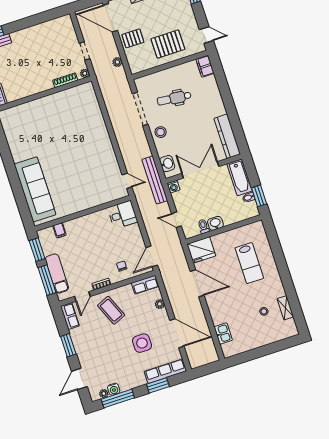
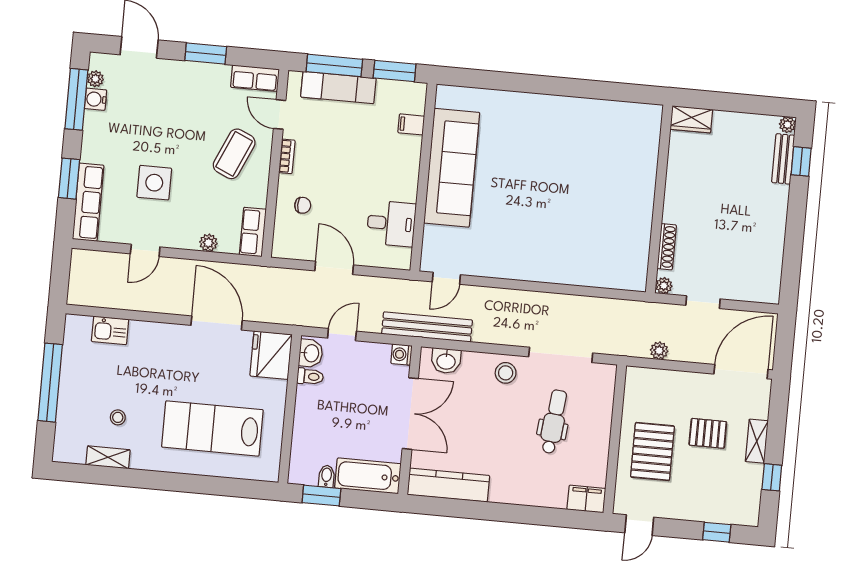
pallet: (133, 38) -> (708, 433), moved, turned 90
sofa: (35, 189) -> (452, 168), moved, turned -90
desk: (123, 215) -> (391, 223), moved, turned -90
washbasin: (215, 223) -> (311, 353), moved
door: (152, 256) -> (334, 268), moved
lab bench: (249, 263) -> (212, 428), width x1.36, depth x1.39
door: (197, 283) -> (217, 323), swing flipped
coffee table: (111, 310) -> (234, 154), turned -43
door: (177, 333) -> (145, 250), width x0.53
window: (261, 352) -> (50, 383), added

